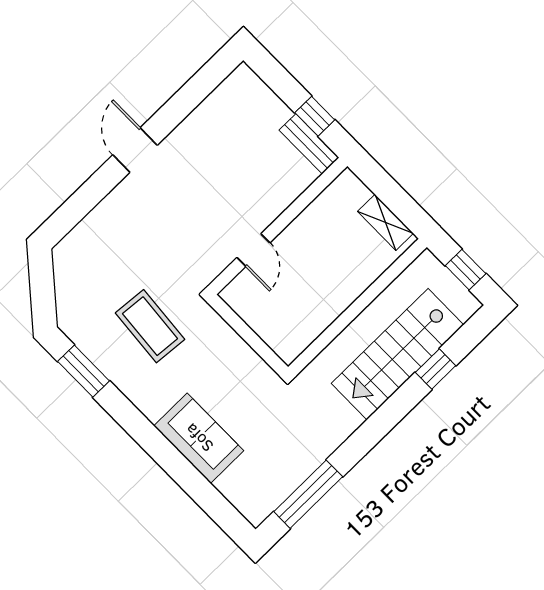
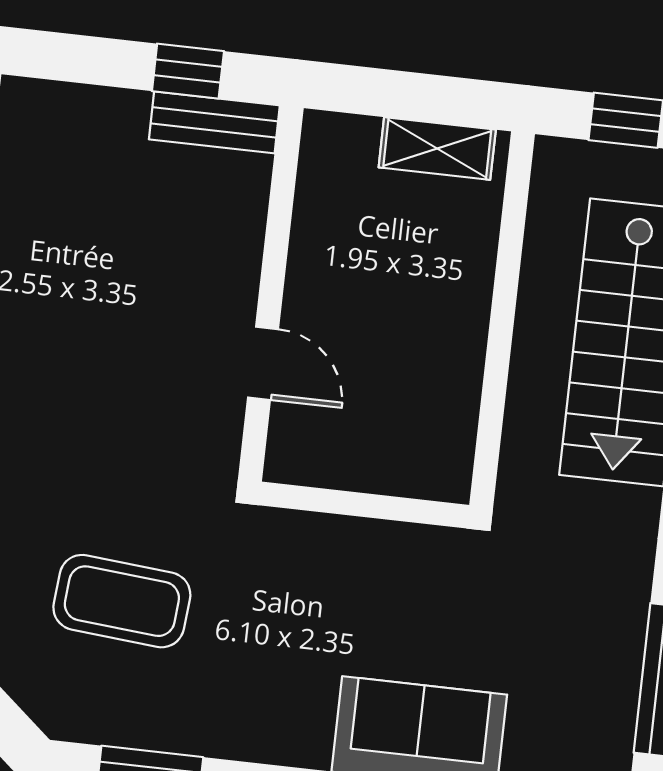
coffee table: (150, 326) -> (122, 601), moved

